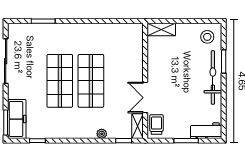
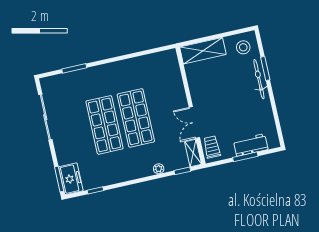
shelving: (161, 29) -> (203, 51), width x1.50, depth x1.33
bicycle: (213, 77) -> (259, 79), width x0.73, depth x0.71
freezer: (17, 119) -> (71, 179), width x0.71
workbench: (206, 131) -> (251, 145), moved

